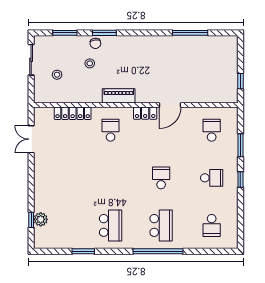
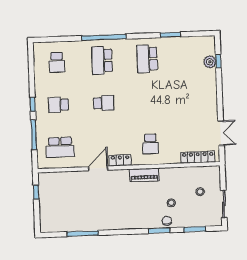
locker: (73, 113) -> (198, 157), moved
school desk: (212, 130) -> (60, 147), width x1.85
window: (240, 145) -> (34, 135), width x1.44
school desk: (161, 178) -> (104, 103), turned -90
school desk: (212, 225) -> (57, 62), turned 180

